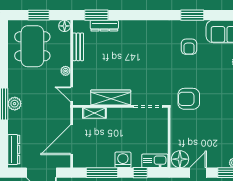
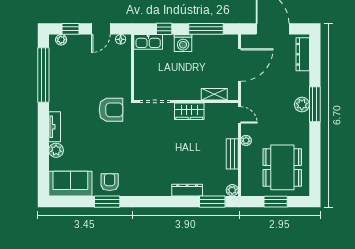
plant: (78, 25) -> (232, 190), added
floor lamp: (65, 26) -> (247, 190), removed
dresser: (104, 26) -> (187, 190), moved
bench: (78, 47) -> (232, 154), moved
armchair: (189, 47) -> (110, 182), moved
wardrobe: (111, 97) -> (189, 111), width x0.67
floor lamp: (180, 159) -> (121, 39), width x0.53, depth x0.53

